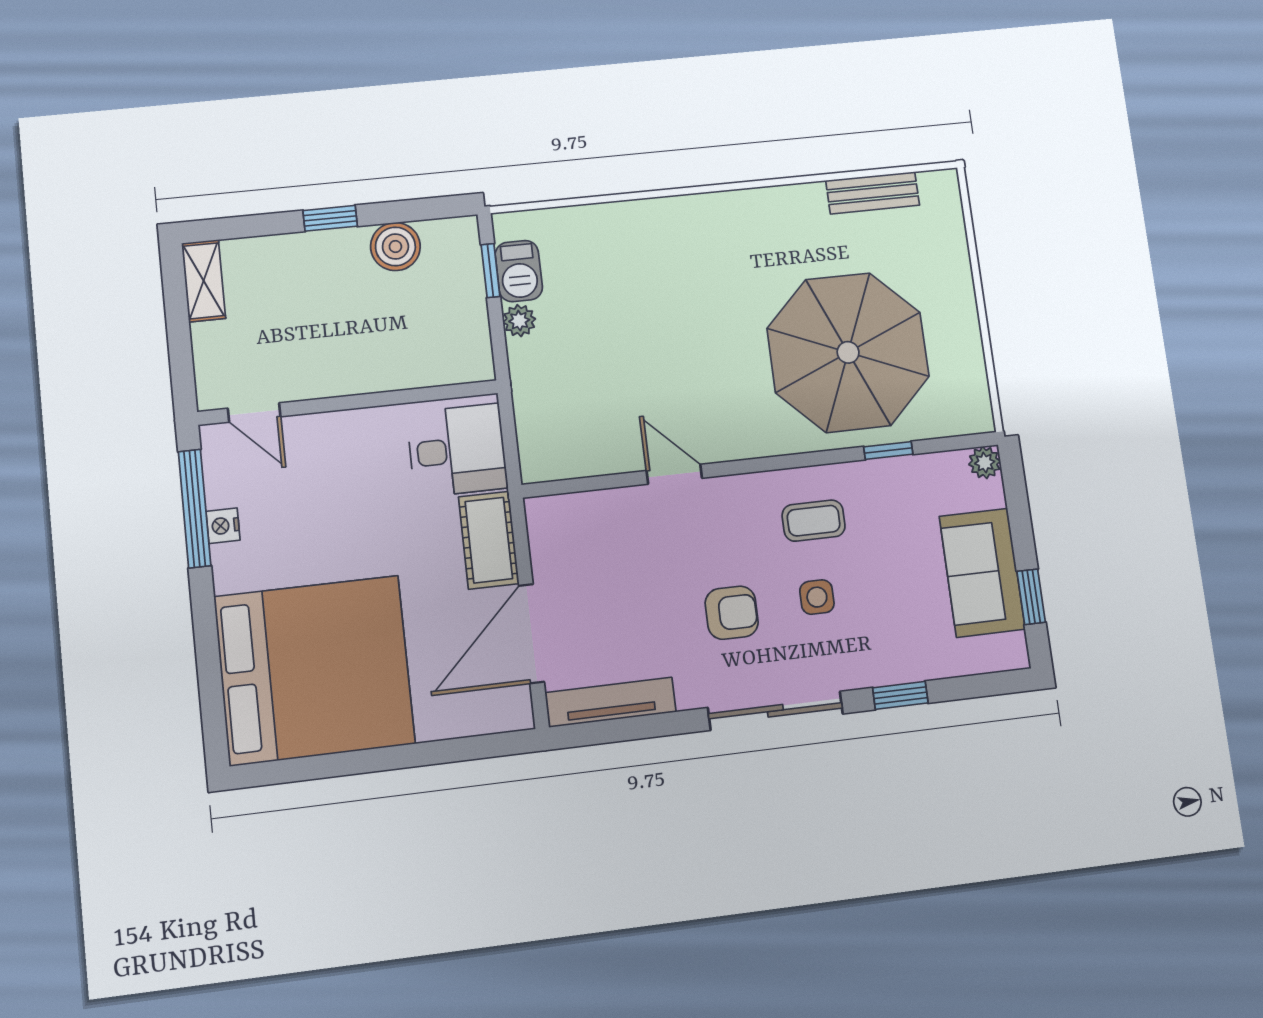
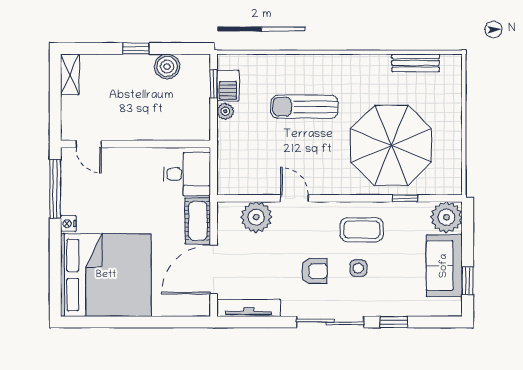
sun lounger: (672, 296) -> (304, 107), added
plant: (985, 463) -> (446, 217), width x1.88, depth x1.88
plant: (604, 519) -> (256, 217), added
coffee table: (814, 521) -> (362, 230), width x1.36, depth x1.30
nightstand: (223, 526) -> (68, 224), moved

